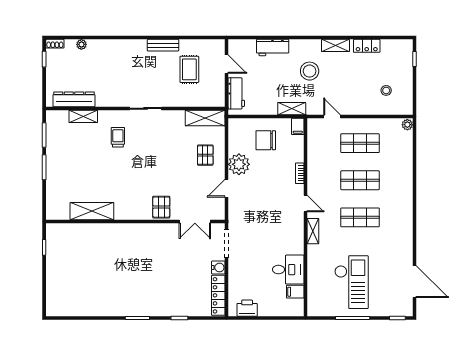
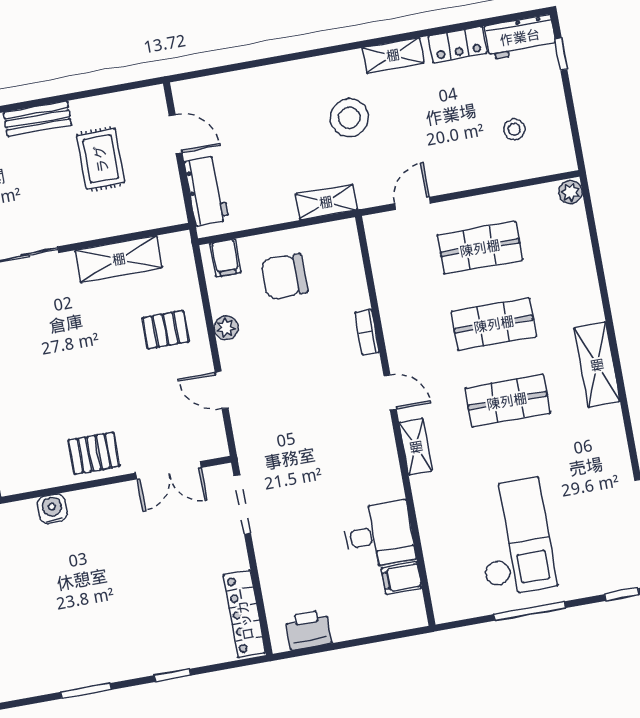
workbench: (273, 48) -> (520, 37), moved
door: (332, 117) -> (413, 203), hinge flipped
shelving: (205, 118) -> (119, 259), moved
filing cabinet: (298, 126) -> (225, 258), moved
pallet: (205, 155) -> (165, 330), turned 90
plant: (239, 164) -> (226, 328), width x0.53, depth x0.53
door: (227, 188) -> (222, 390), hinge flipped
pallet: (161, 207) -> (94, 453), turned 90
shelving: (405, 208) -> (597, 365), added
water cooler: (218, 268) -> (52, 509), moved, turned -90

